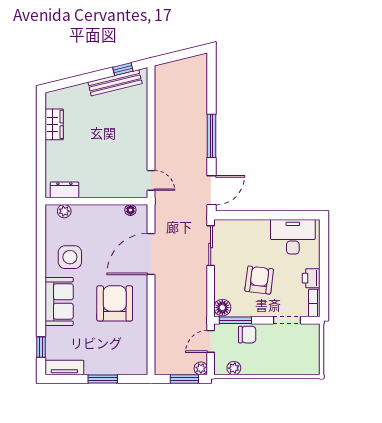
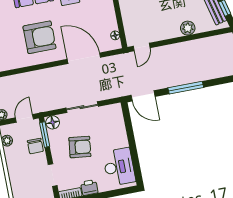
plant: (139, 119) -> (188, 28), added
sliding door: (211, 246) -> (82, 107), moved
door: (211, 341) -> (24, 118), hinge flipped

